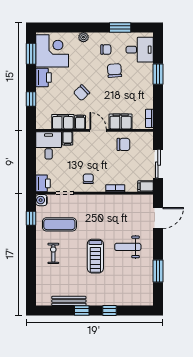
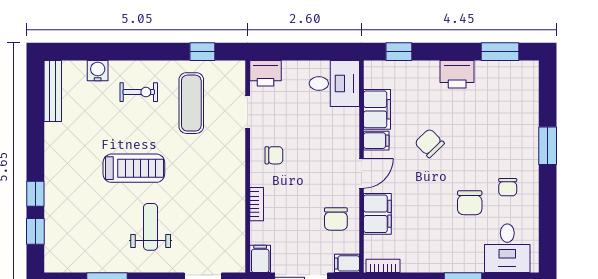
window: (120, 27) -> (548, 146), moved
plant: (83, 37) -> (530, 147), removed
corner desk: (52, 51) -> (505, 90), removed
chair: (114, 70) -> (470, 203), turned 94
window: (31, 99) -> (399, 52), moved
filing cabinet: (67, 138) -> (347, 263), moved
water cooler: (41, 200) -> (98, 71), moved
treadmill: (95, 256) -> (134, 168), turned 180
bench: (69, 301) -> (53, 91), moved
window: (82, 311) -> (35, 231), moved

